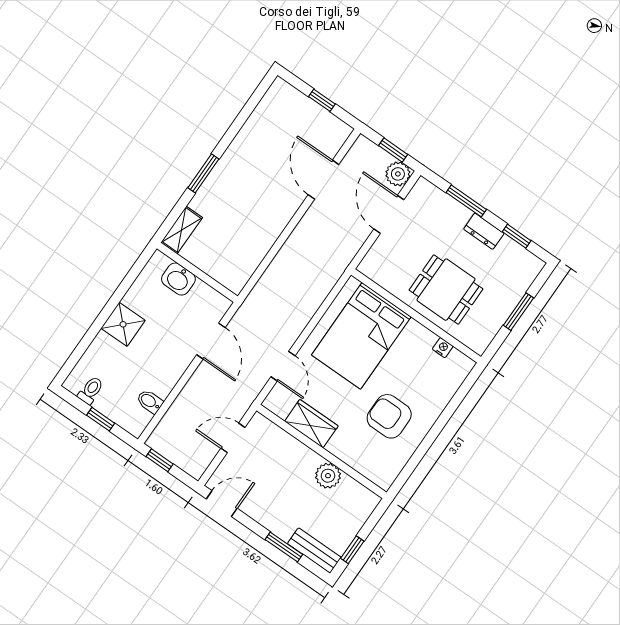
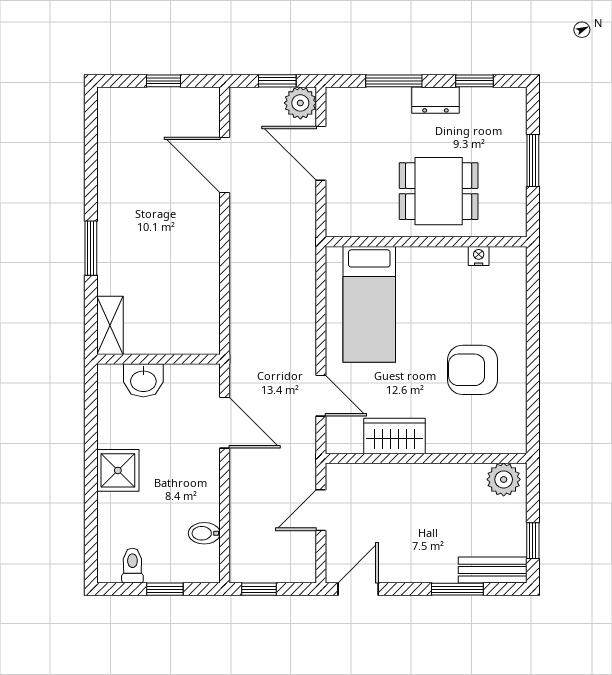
bed: (361, 336) -> (369, 304), width x0.67
plant: (328, 476) -> (504, 479), moved

